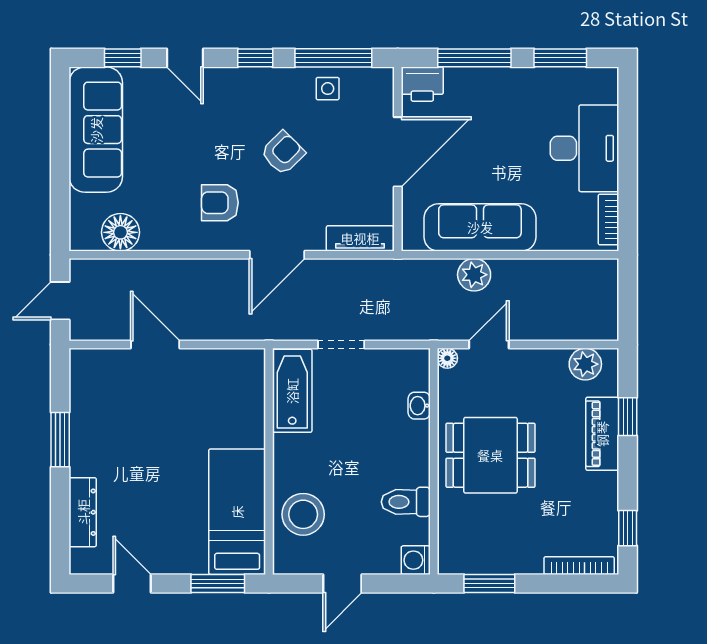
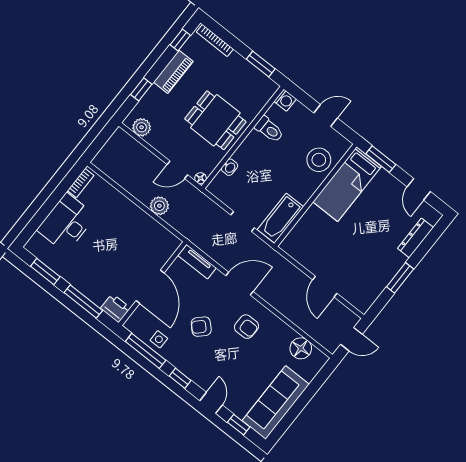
door: (398, 152) -> (150, 287), swing flipped
sofa: (480, 227) -> (140, 225), removed
piano: (602, 434) -> (173, 72), moved

